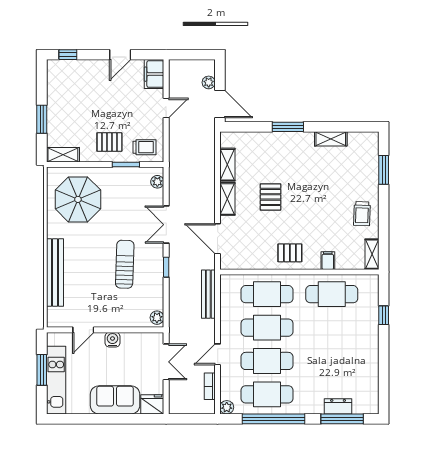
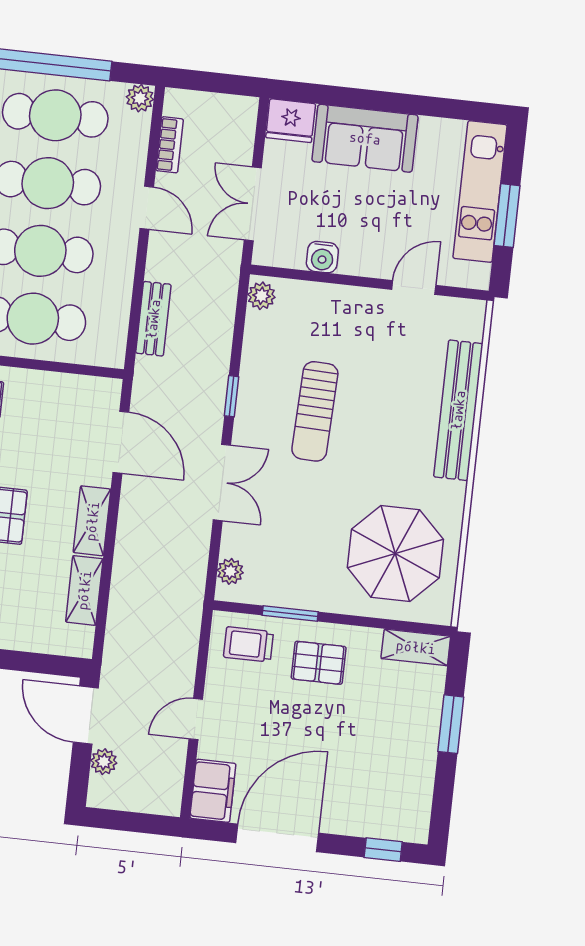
door: (120, 55) -> (277, 838), width x1.88
bench: (208, 294) -> (153, 319), width x0.73
water cooler: (113, 340) -> (322, 257), moved
door: (218, 354) -> (147, 208), hinge flipped

